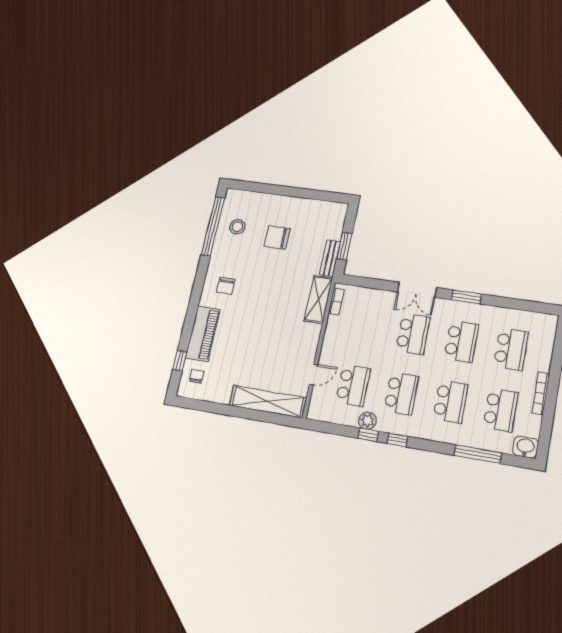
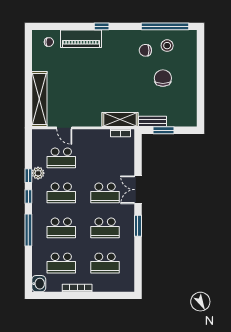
chair: (226, 286) -> (145, 50), moved
window: (180, 361) -> (102, 26), moved
window: (478, 454) -> (28, 230), moved

